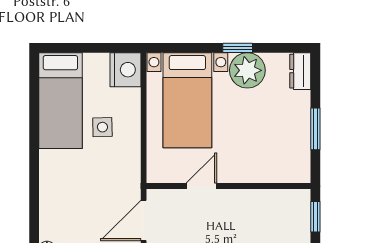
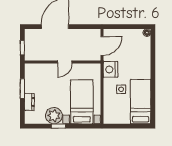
nightstand: (125, 70) -> (110, 69), moved
dresser: (300, 71) -> (29, 102), moved
door: (201, 186) -> (65, 62), moved

